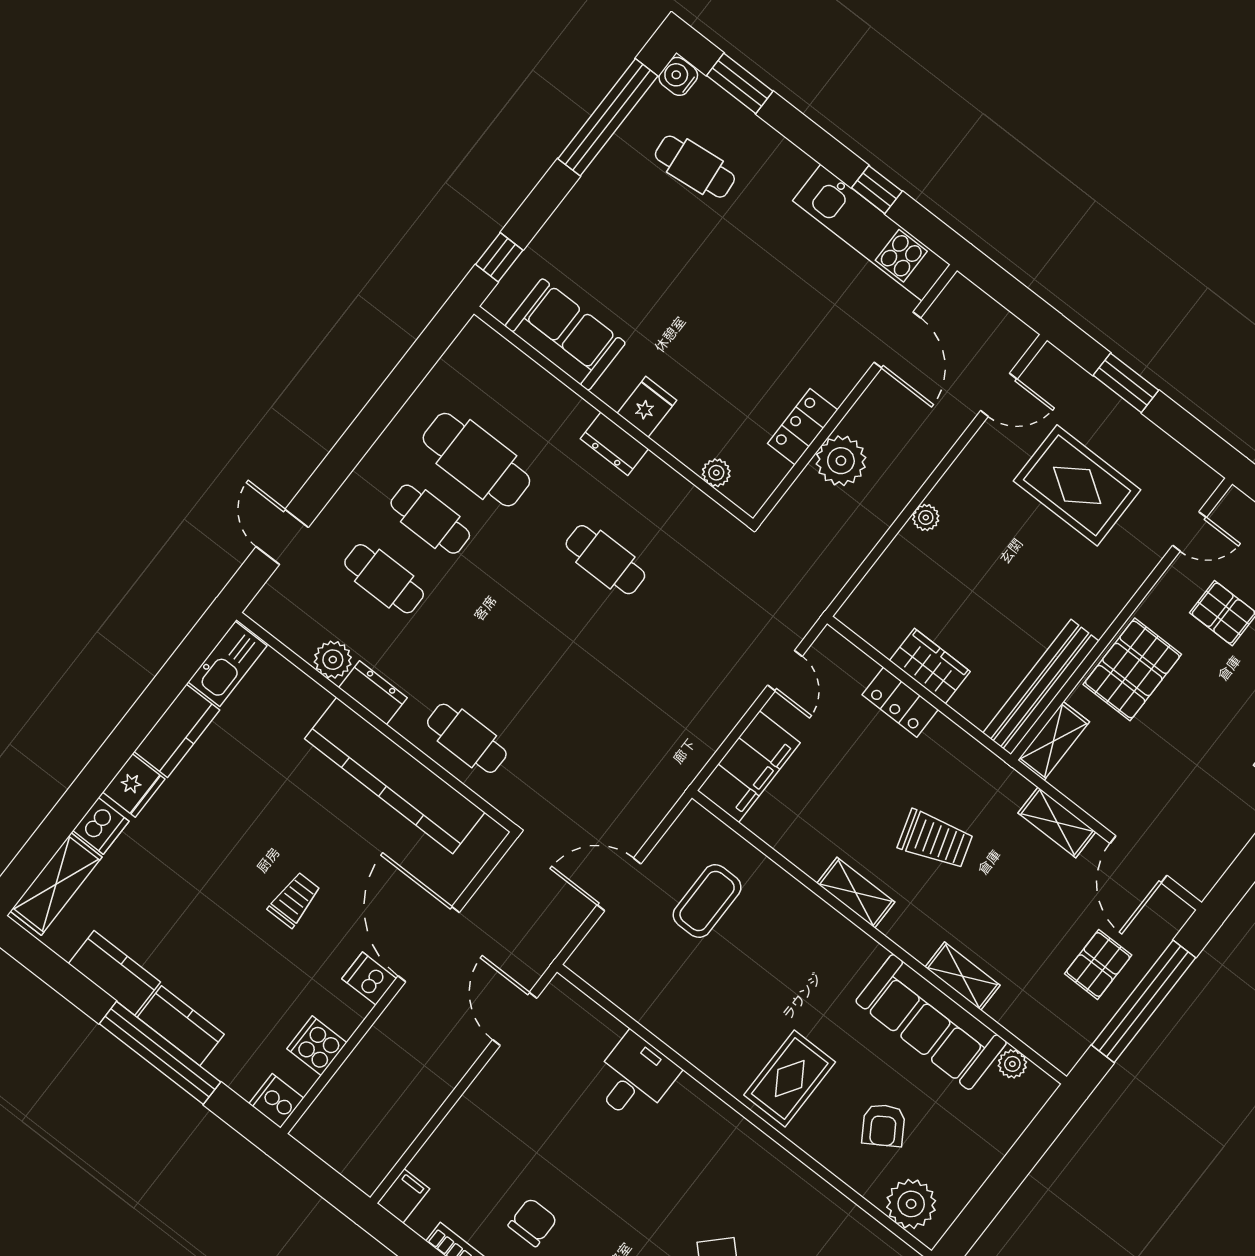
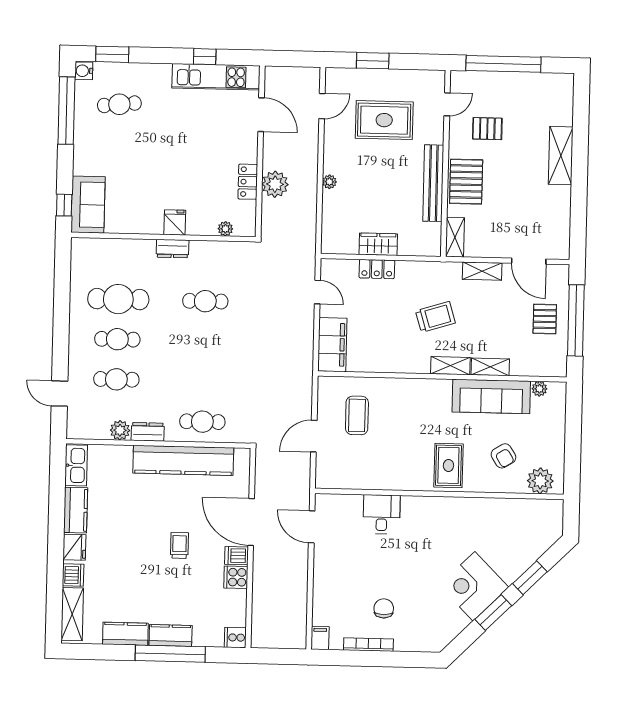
sofa: (565, 334) -> (88, 205), moved, turned 90
bench: (1041, 687) -> (433, 183), moved
shelving: (856, 893) -> (450, 366), moved
cooker: (317, 1046) -> (236, 577), moved

